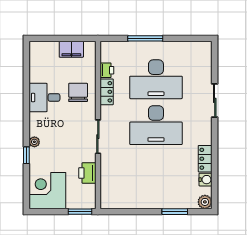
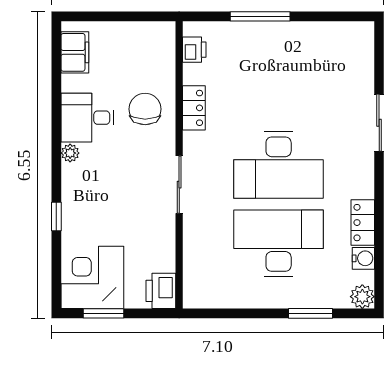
filing cabinet: (71, 49) -> (75, 52), moved, turned -90
printer: (107, 70) -> (194, 50), moved
desk: (156, 79) -> (279, 243), moved, turned 180
plant: (34, 142) -> (70, 153), moved
printer: (87, 173) -> (161, 291), moved
window: (80, 212) -> (103, 313), moved

